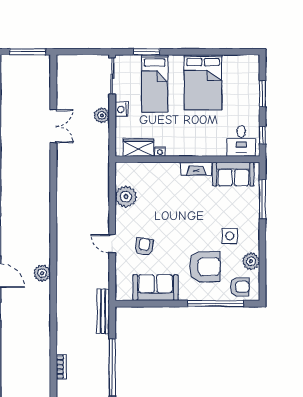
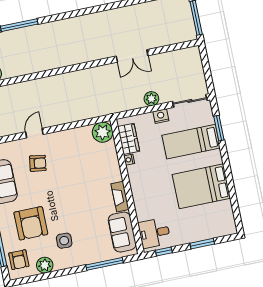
plant: (126, 197) -> (103, 132), moved

